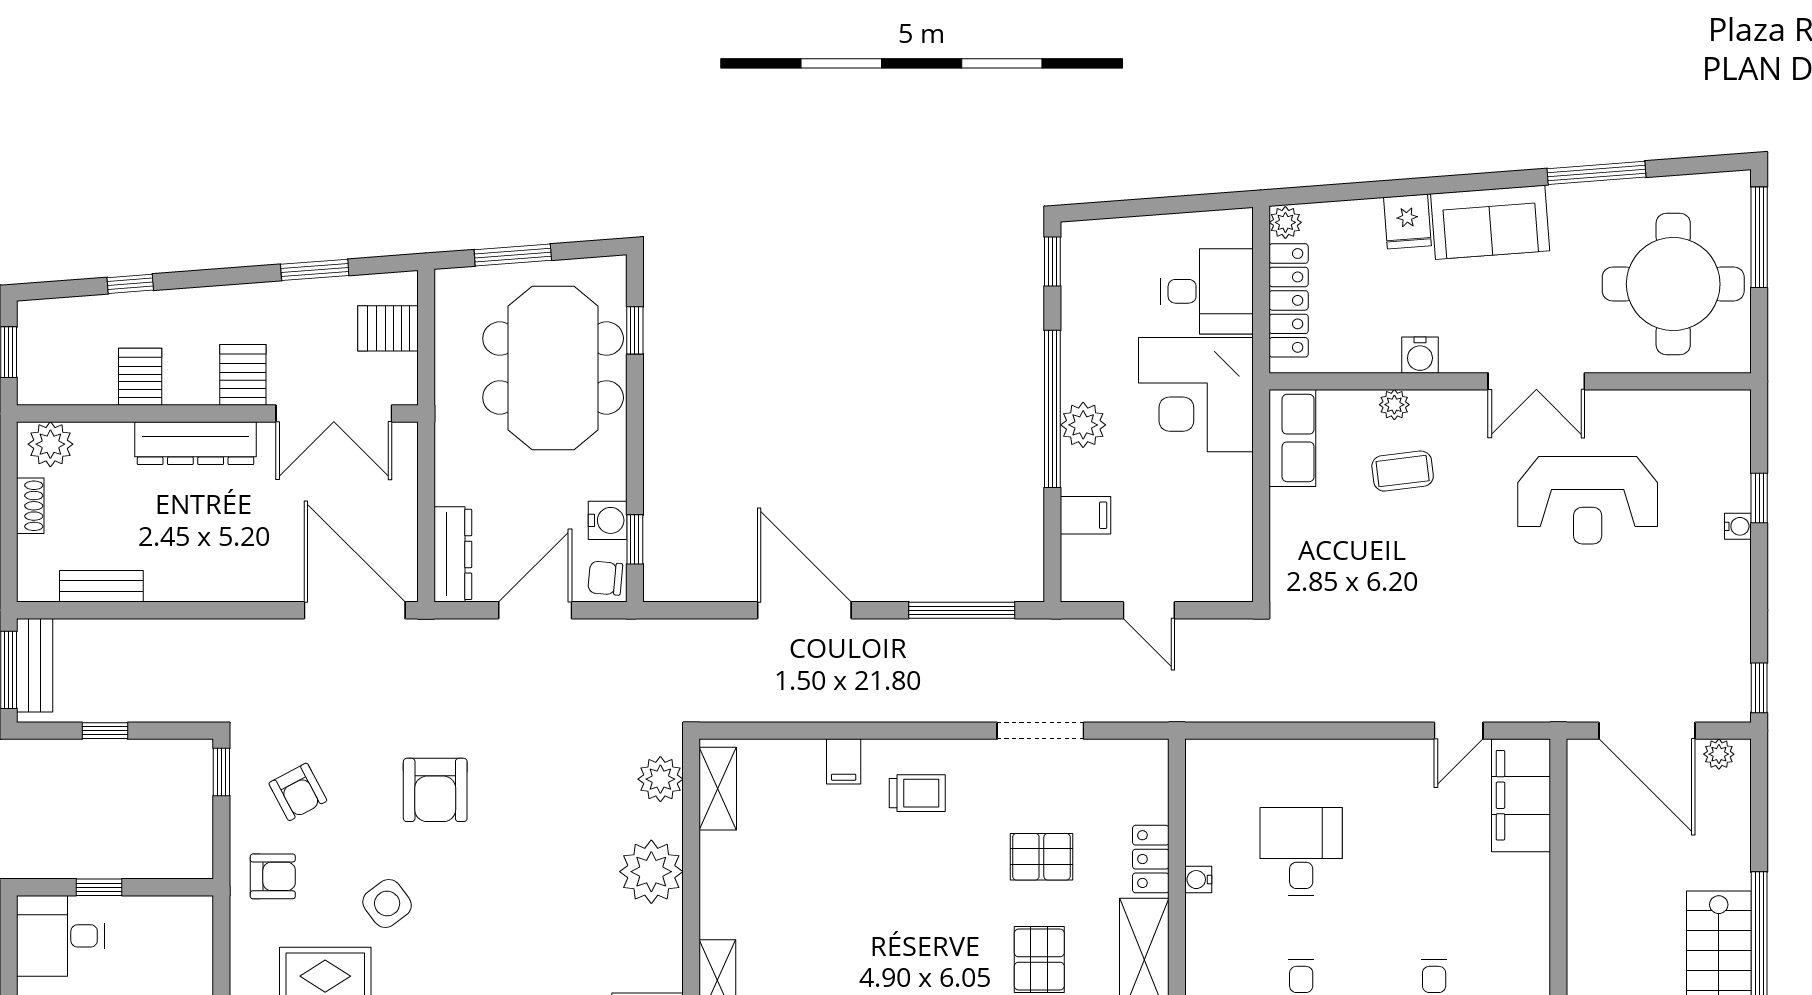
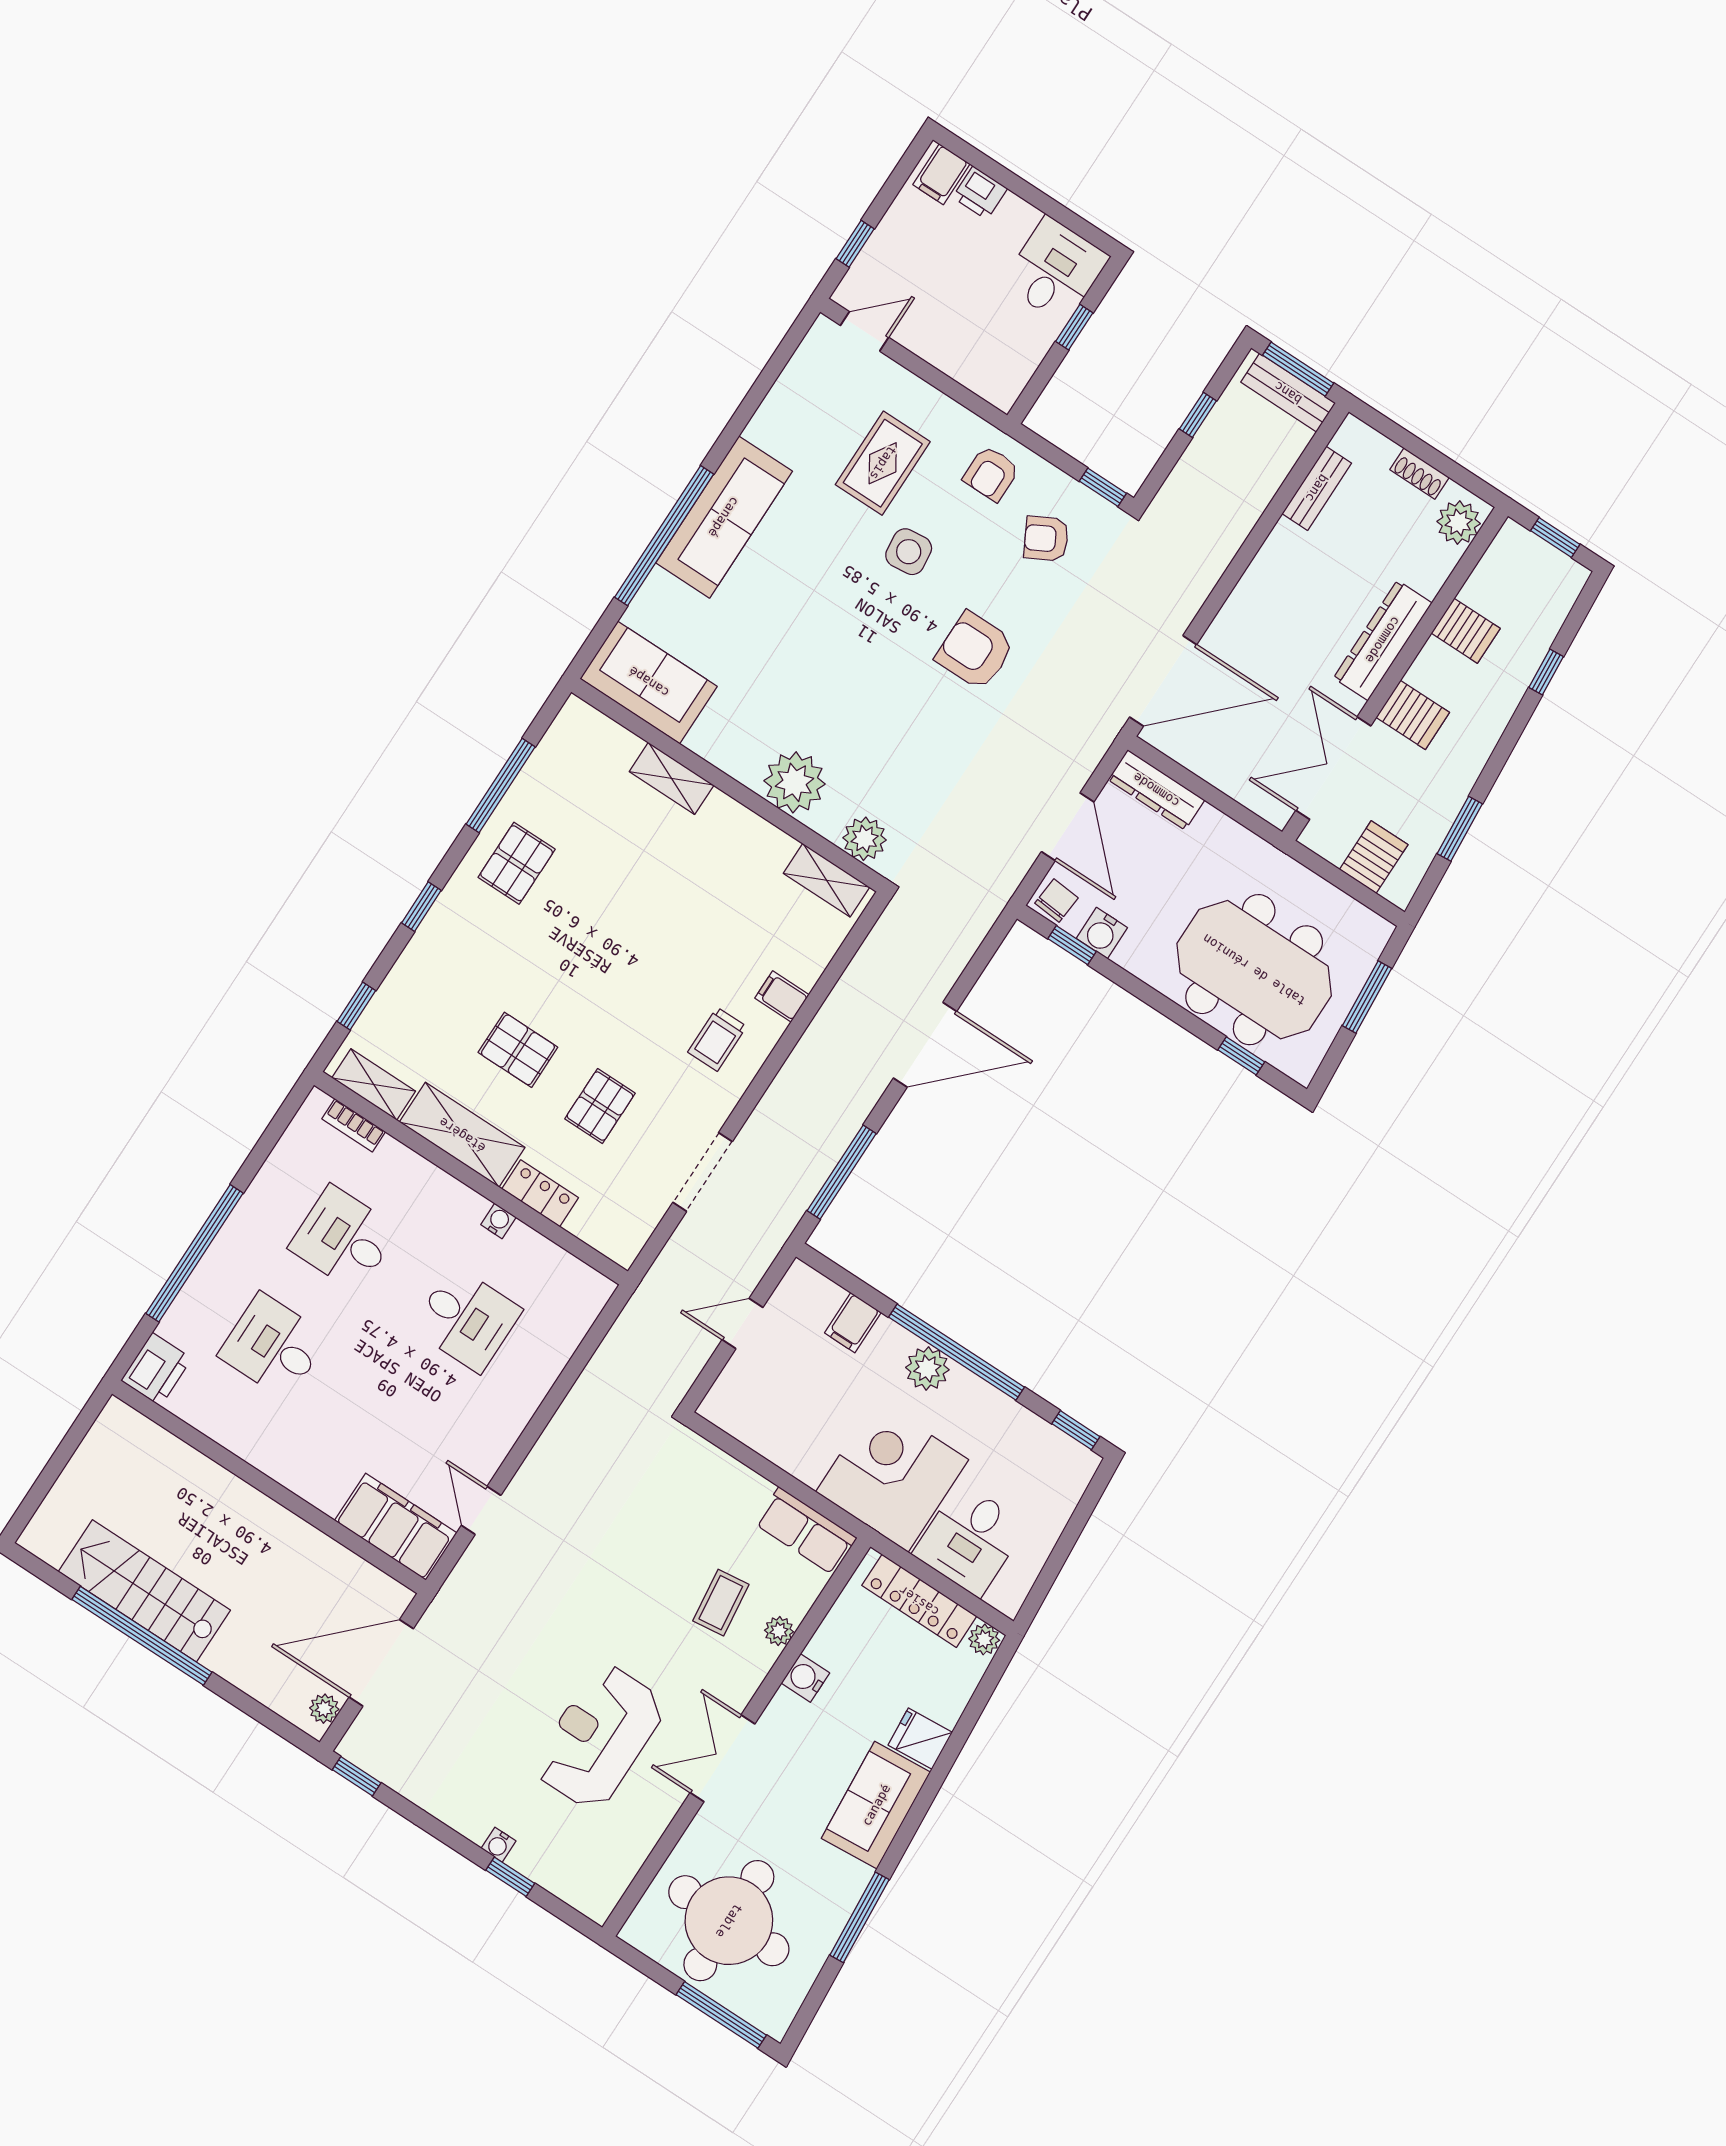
side table: (387, 903) -> (909, 552), turned 31

